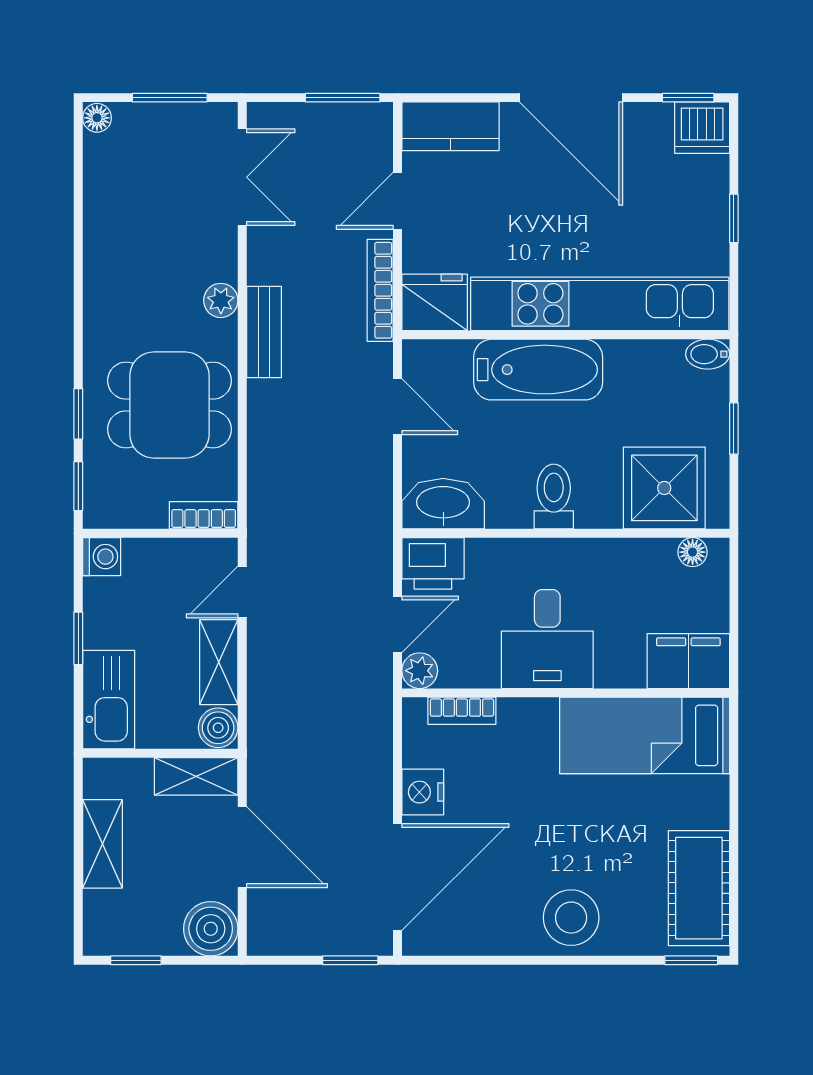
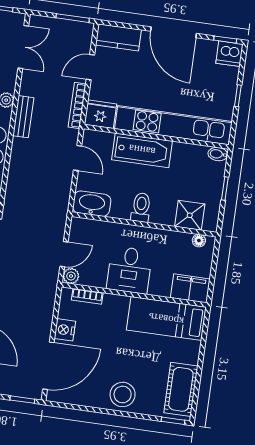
shower: (664, 488) -> (190, 215), width x0.73, depth x0.73
printer: (433, 563) -> (84, 229), removed

